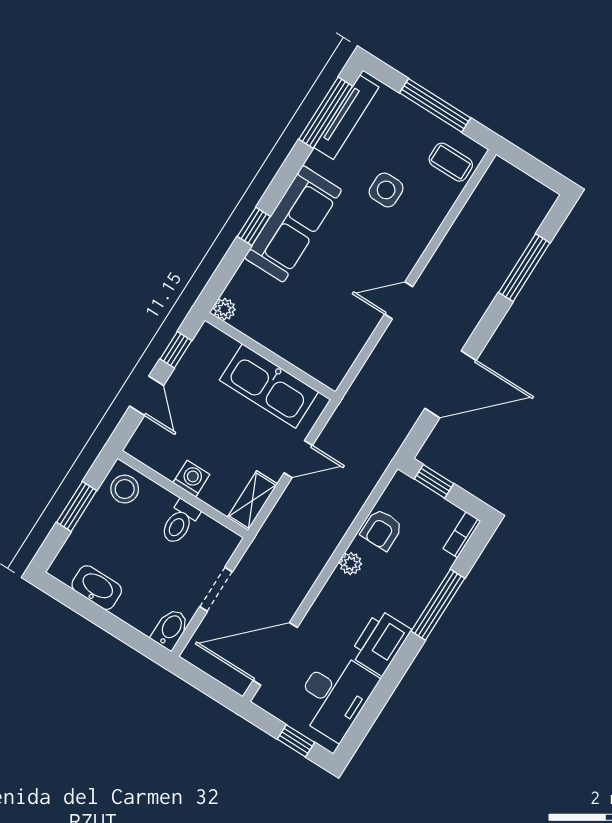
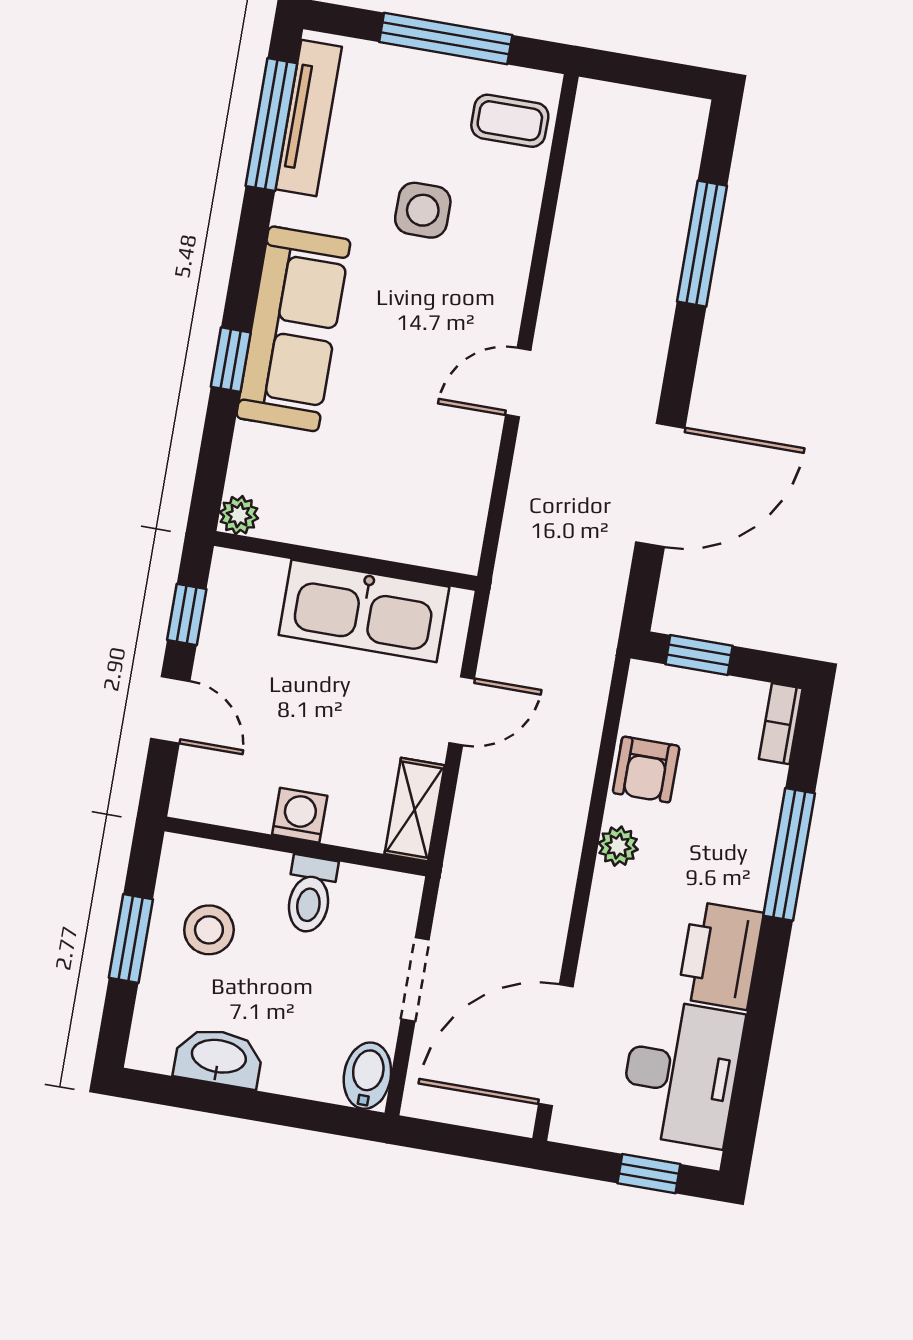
stool: (125, 489) -> (209, 930), moved

